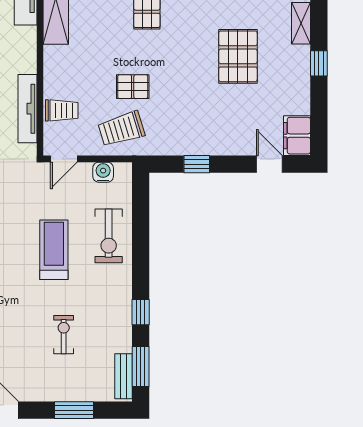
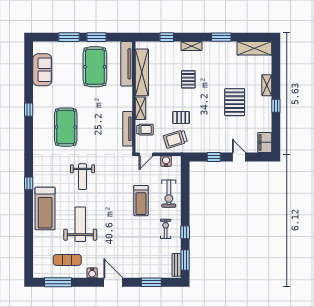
shelving: (53, 68) -> (141, 108), added
door: (269, 164) -> (239, 157), moved
treadmill: (54, 250) -> (141, 201), turned 180
exercise bike: (64, 335) -> (166, 229), moved

